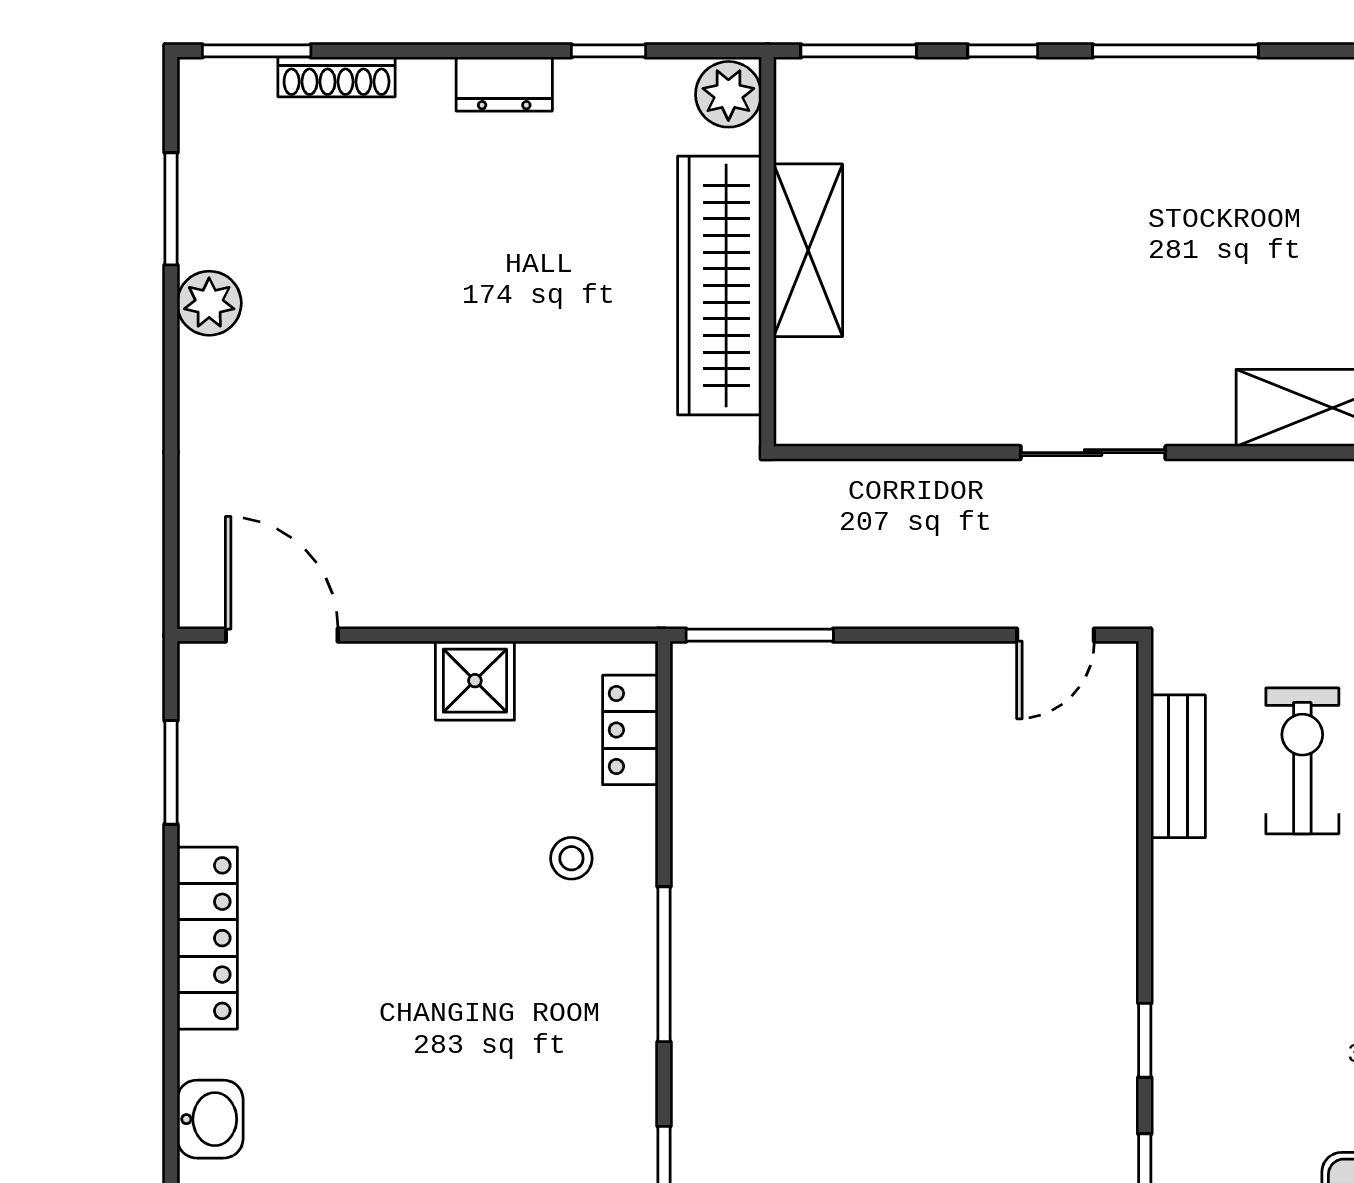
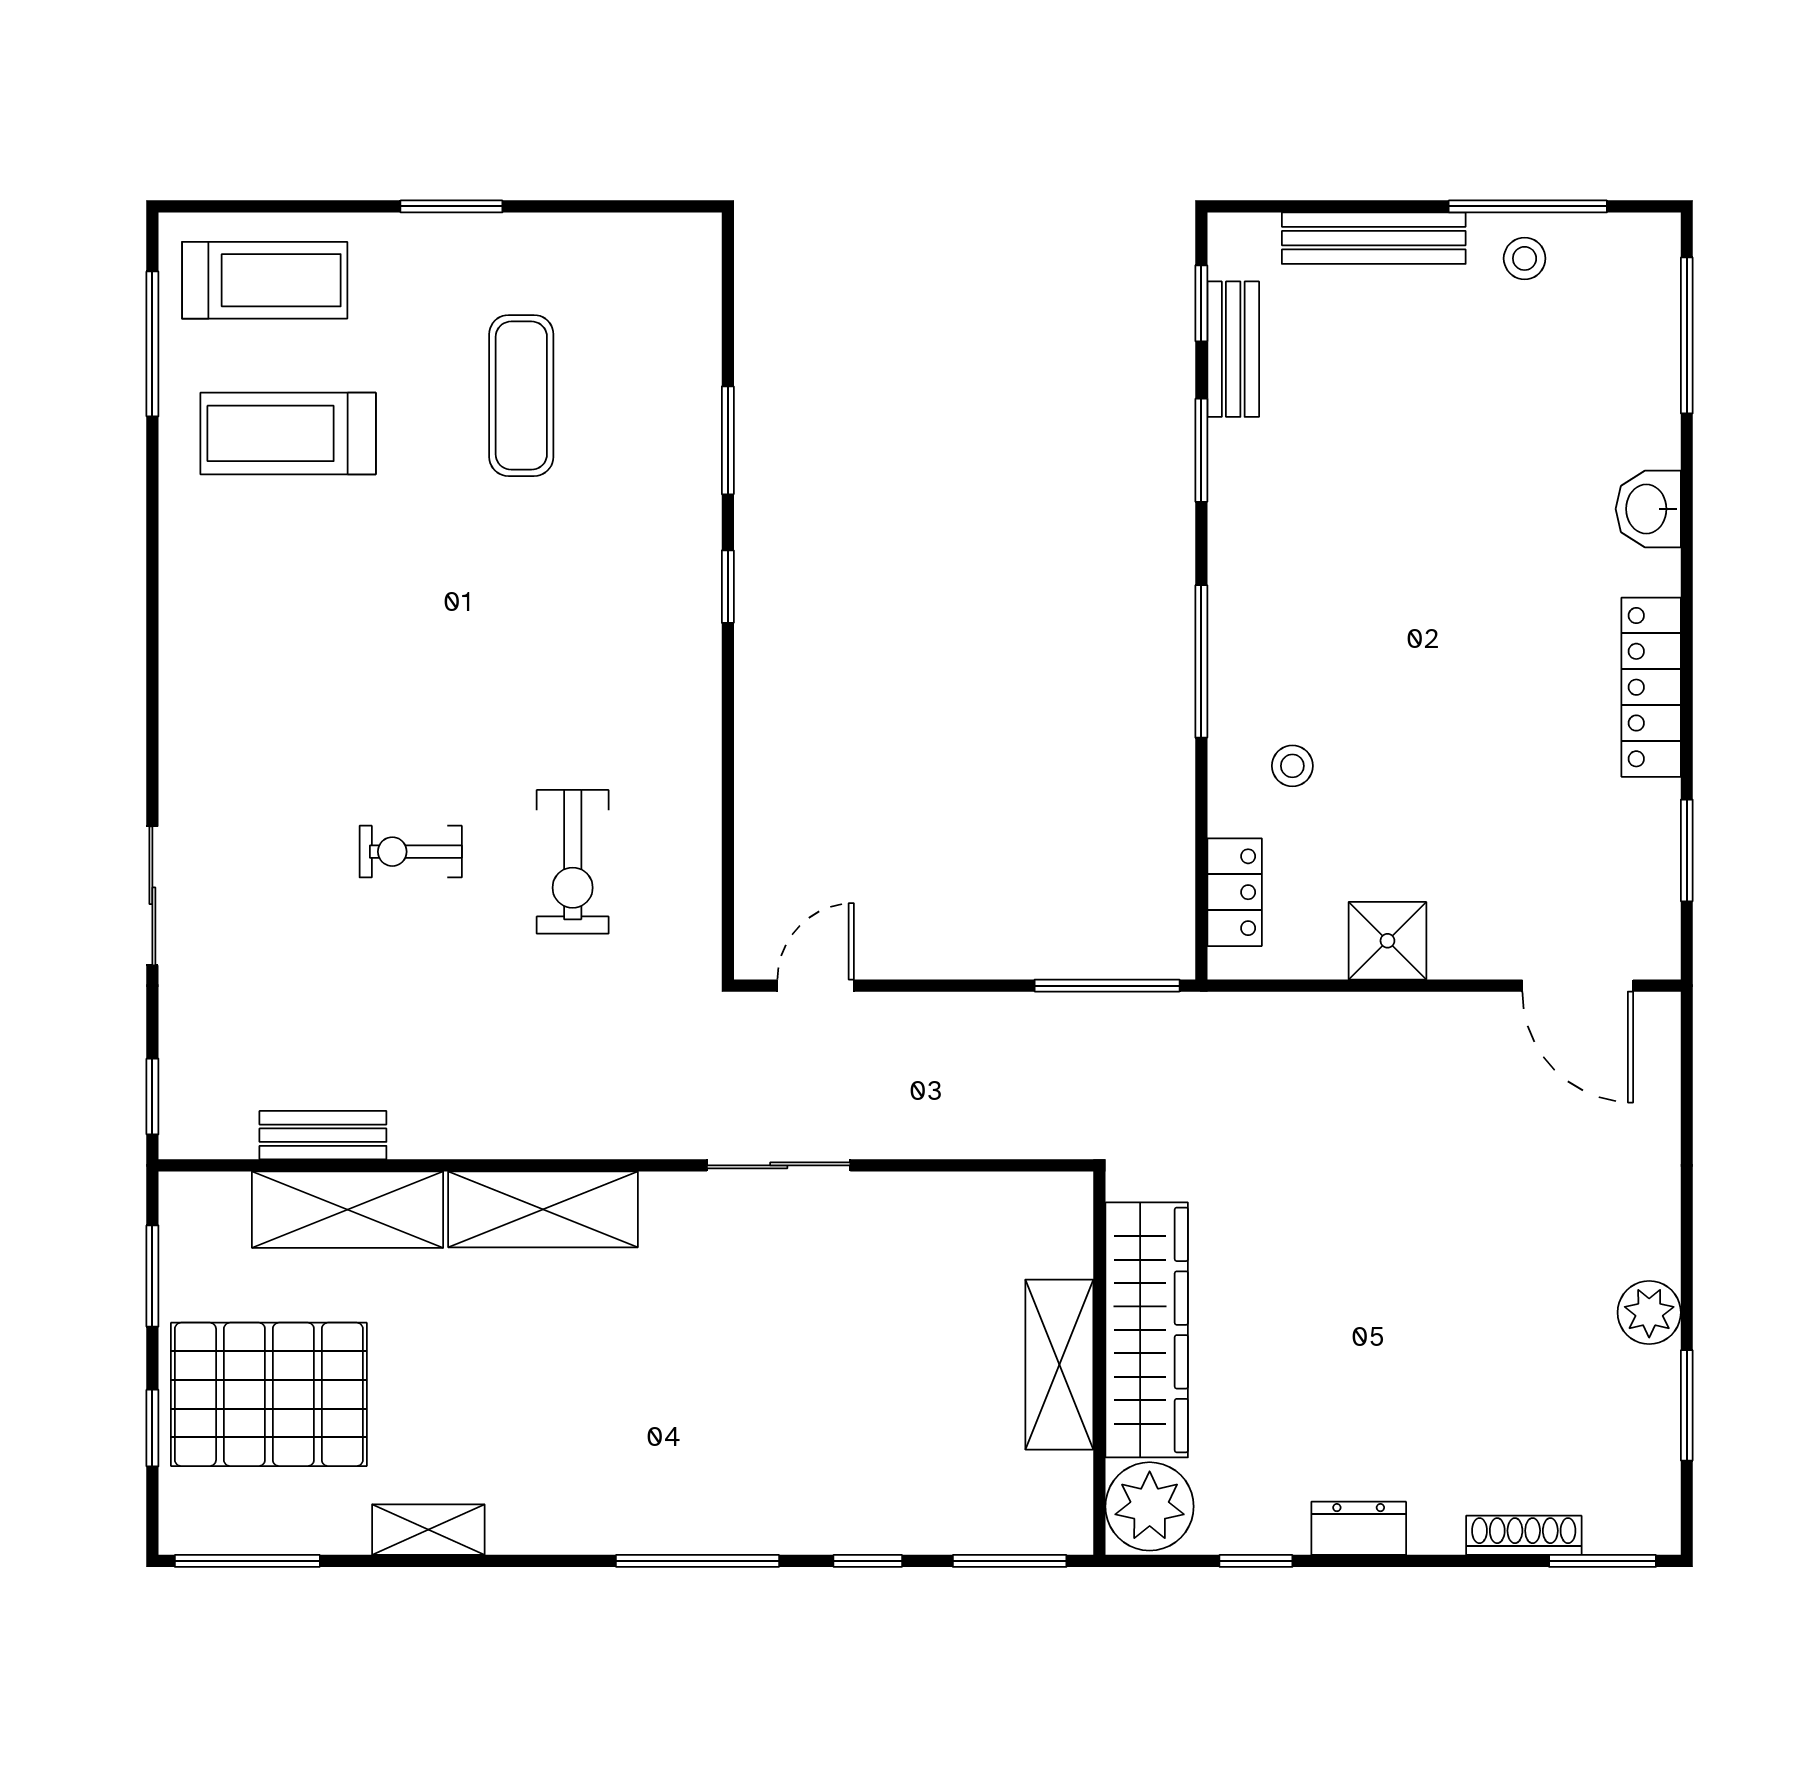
plant: (728, 94) -> (1150, 1506), width x1.36, depth x1.36
bench: (1178, 766) -> (695, 856), removed

